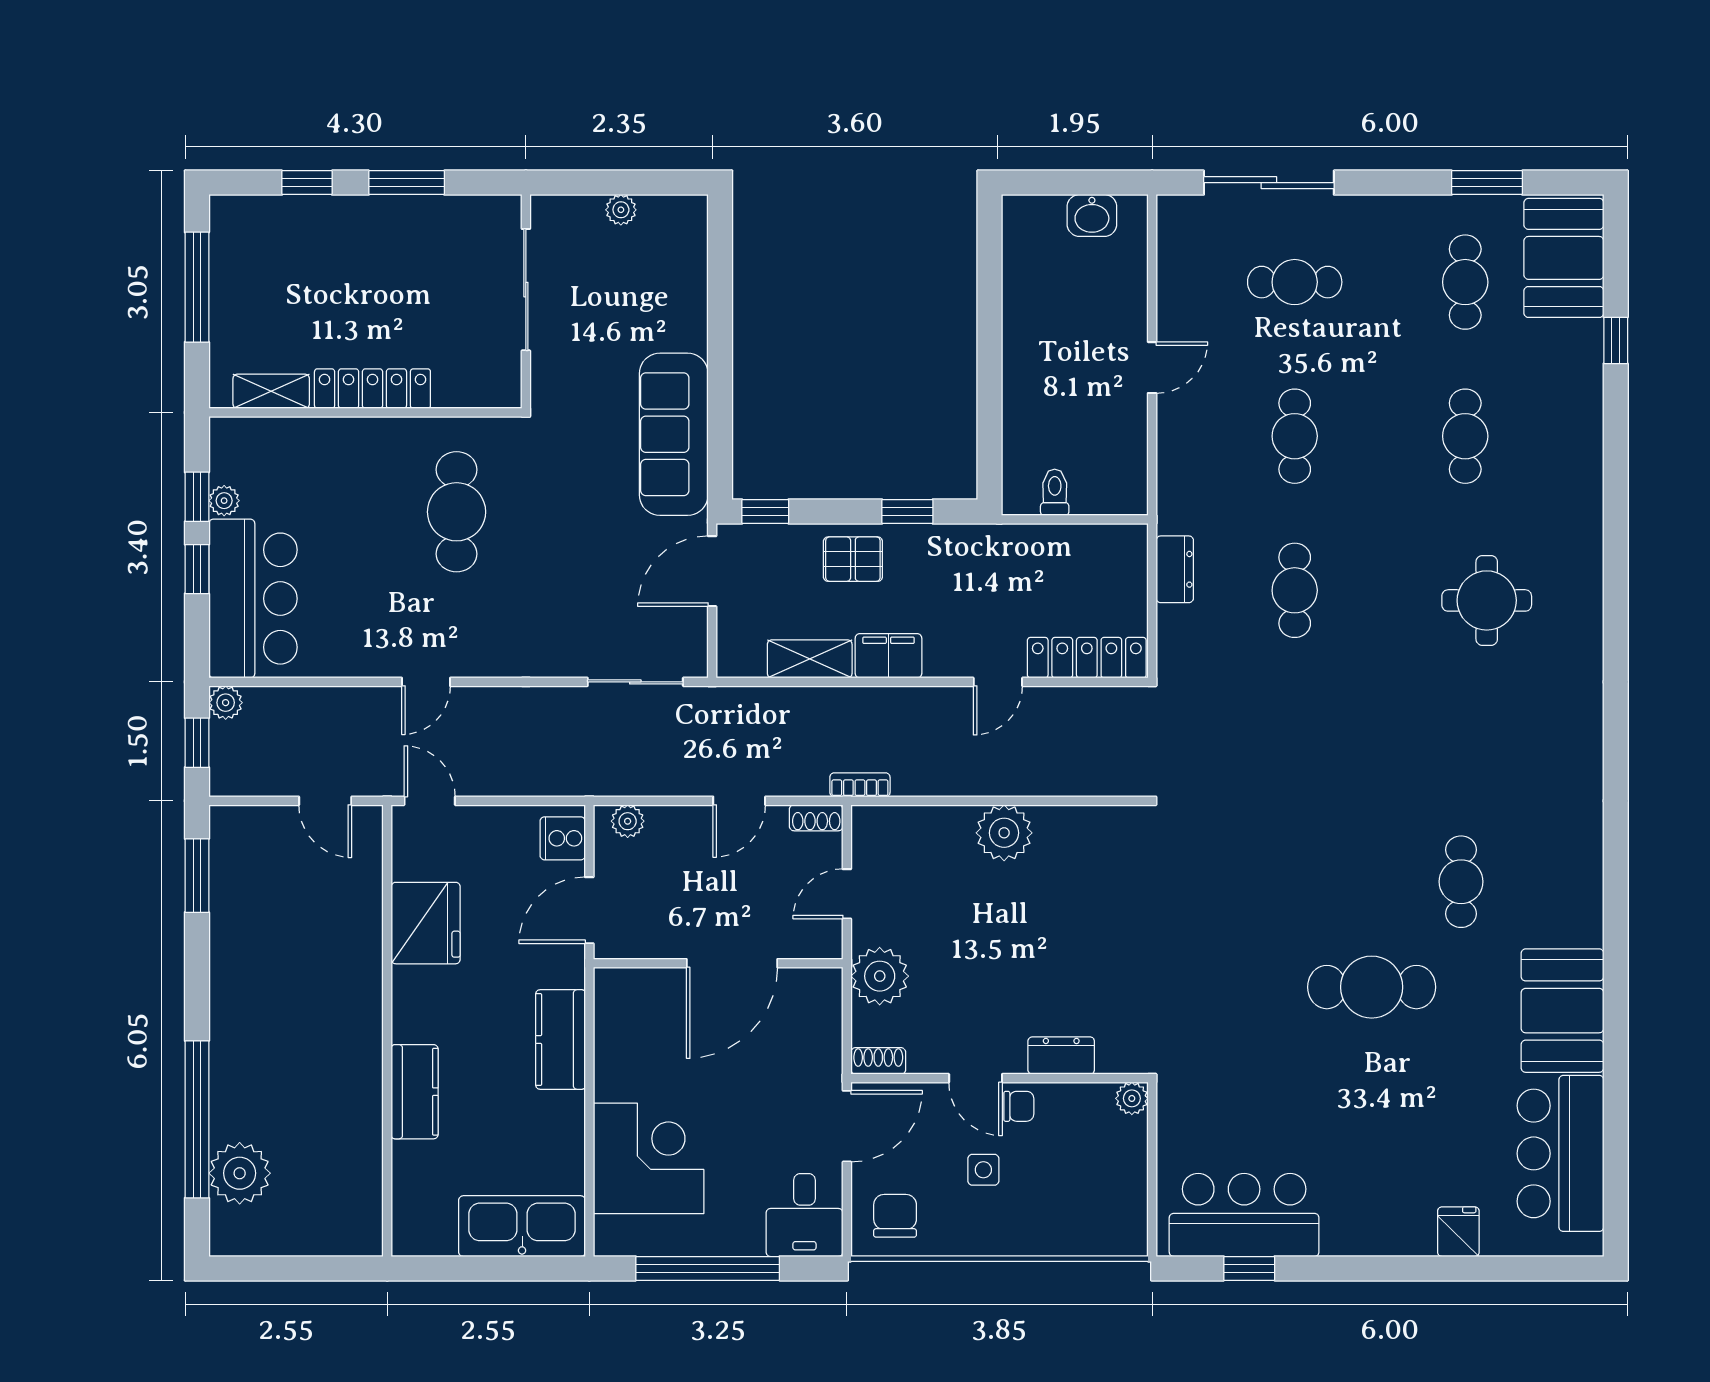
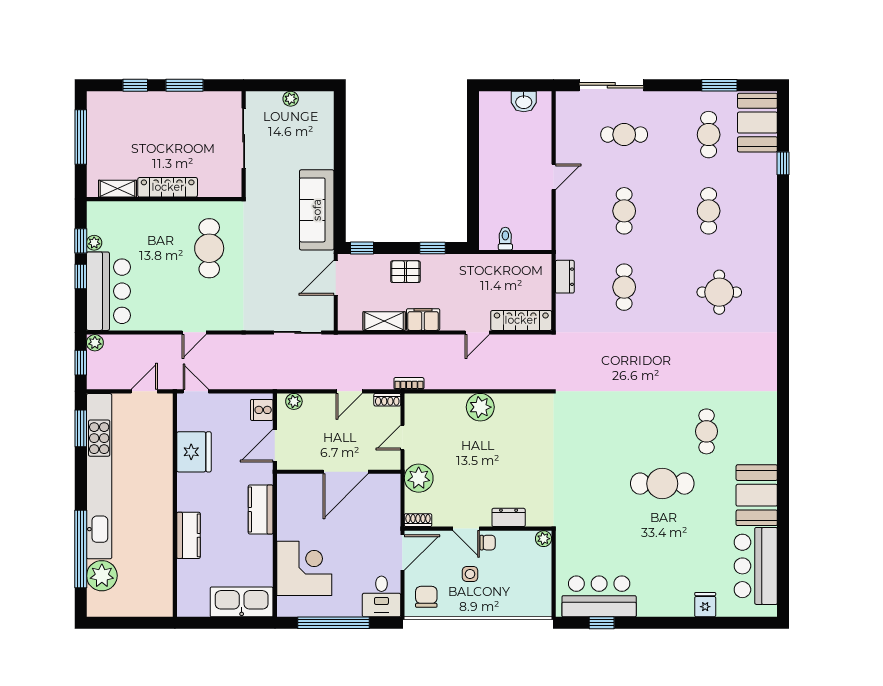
door: (325, 801) -> (144, 391), swing flipped
kitchen unit: (234, 972) -> (99, 476), added

